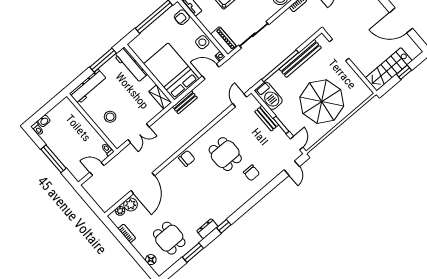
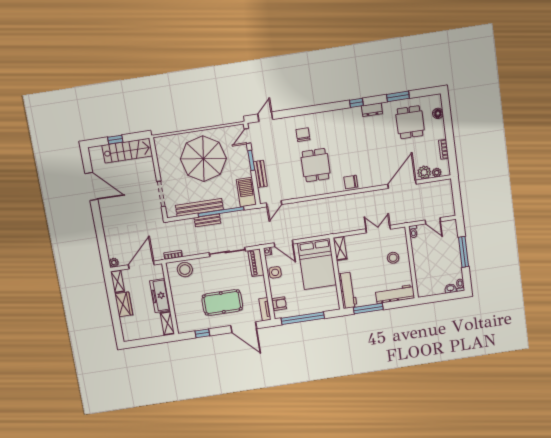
bench: (185, 102) -> (207, 220), moved

